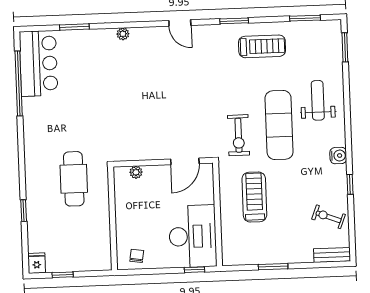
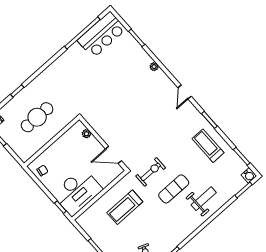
treadmill: (262, 46) -> (208, 146), turned 180
exercise mat: (279, 125) -> (174, 189), width x0.73, depth x0.69
exercise bike: (238, 135) -> (151, 172), turned 180
water cooler: (338, 156) -> (249, 175), moved
cafe table: (74, 179) -> (37, 117), moved
treadmill: (254, 197) -> (125, 207), turned 180

